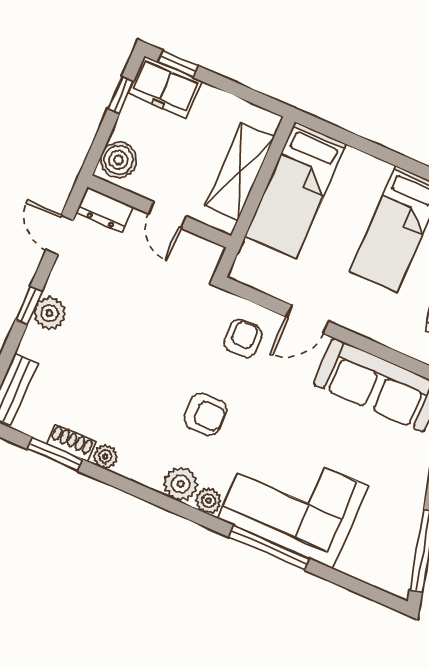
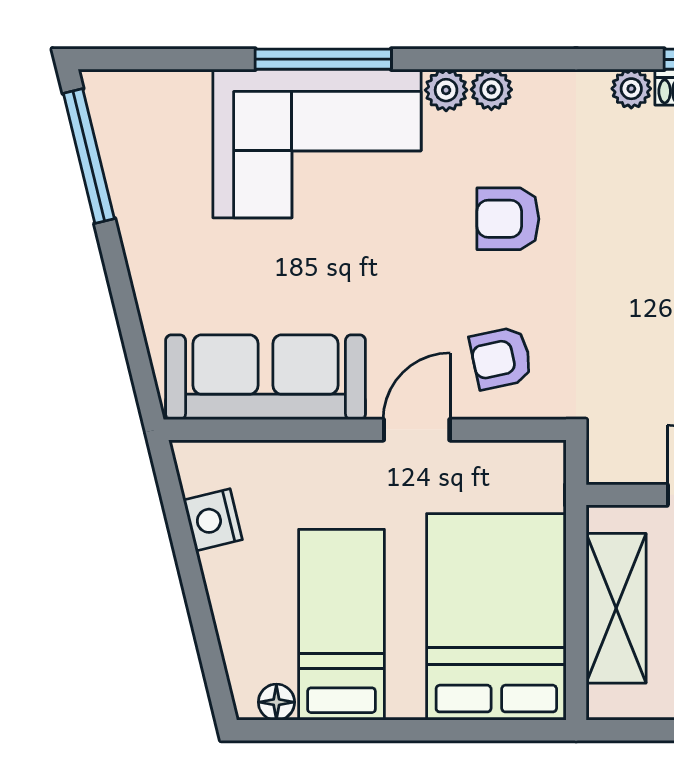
bed: (295, 190) -> (496, 617), width x1.50
armchair: (243, 339) -> (501, 358), turned 78
plant: (181, 484) -> (491, 90), width x0.73, depth x0.73

